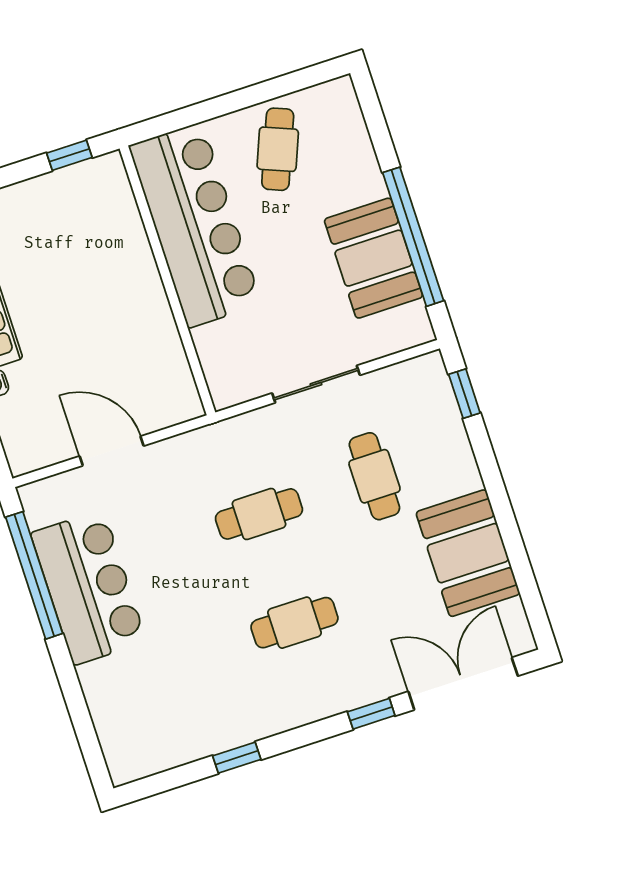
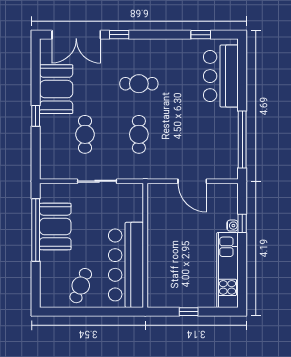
window: (69, 155) -> (189, 312), moved
window: (464, 394) -> (36, 116), moved
cafe table: (259, 514) -> (139, 134), turned 90
bar counter: (89, 587) -> (221, 76), moved
window: (237, 758) -> (201, 35), moved

